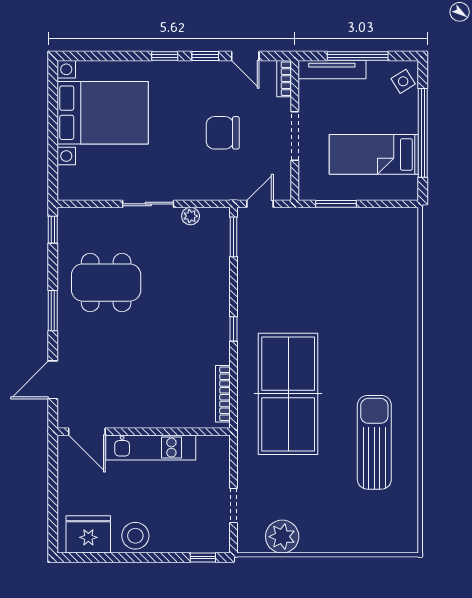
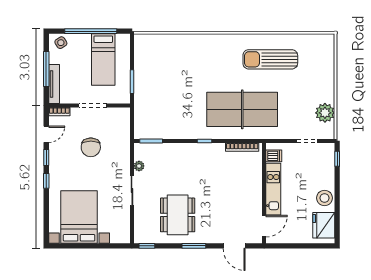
door: (260, 204) -> (132, 126), removed
dishwasher: (208, 448) -> (274, 156), added

